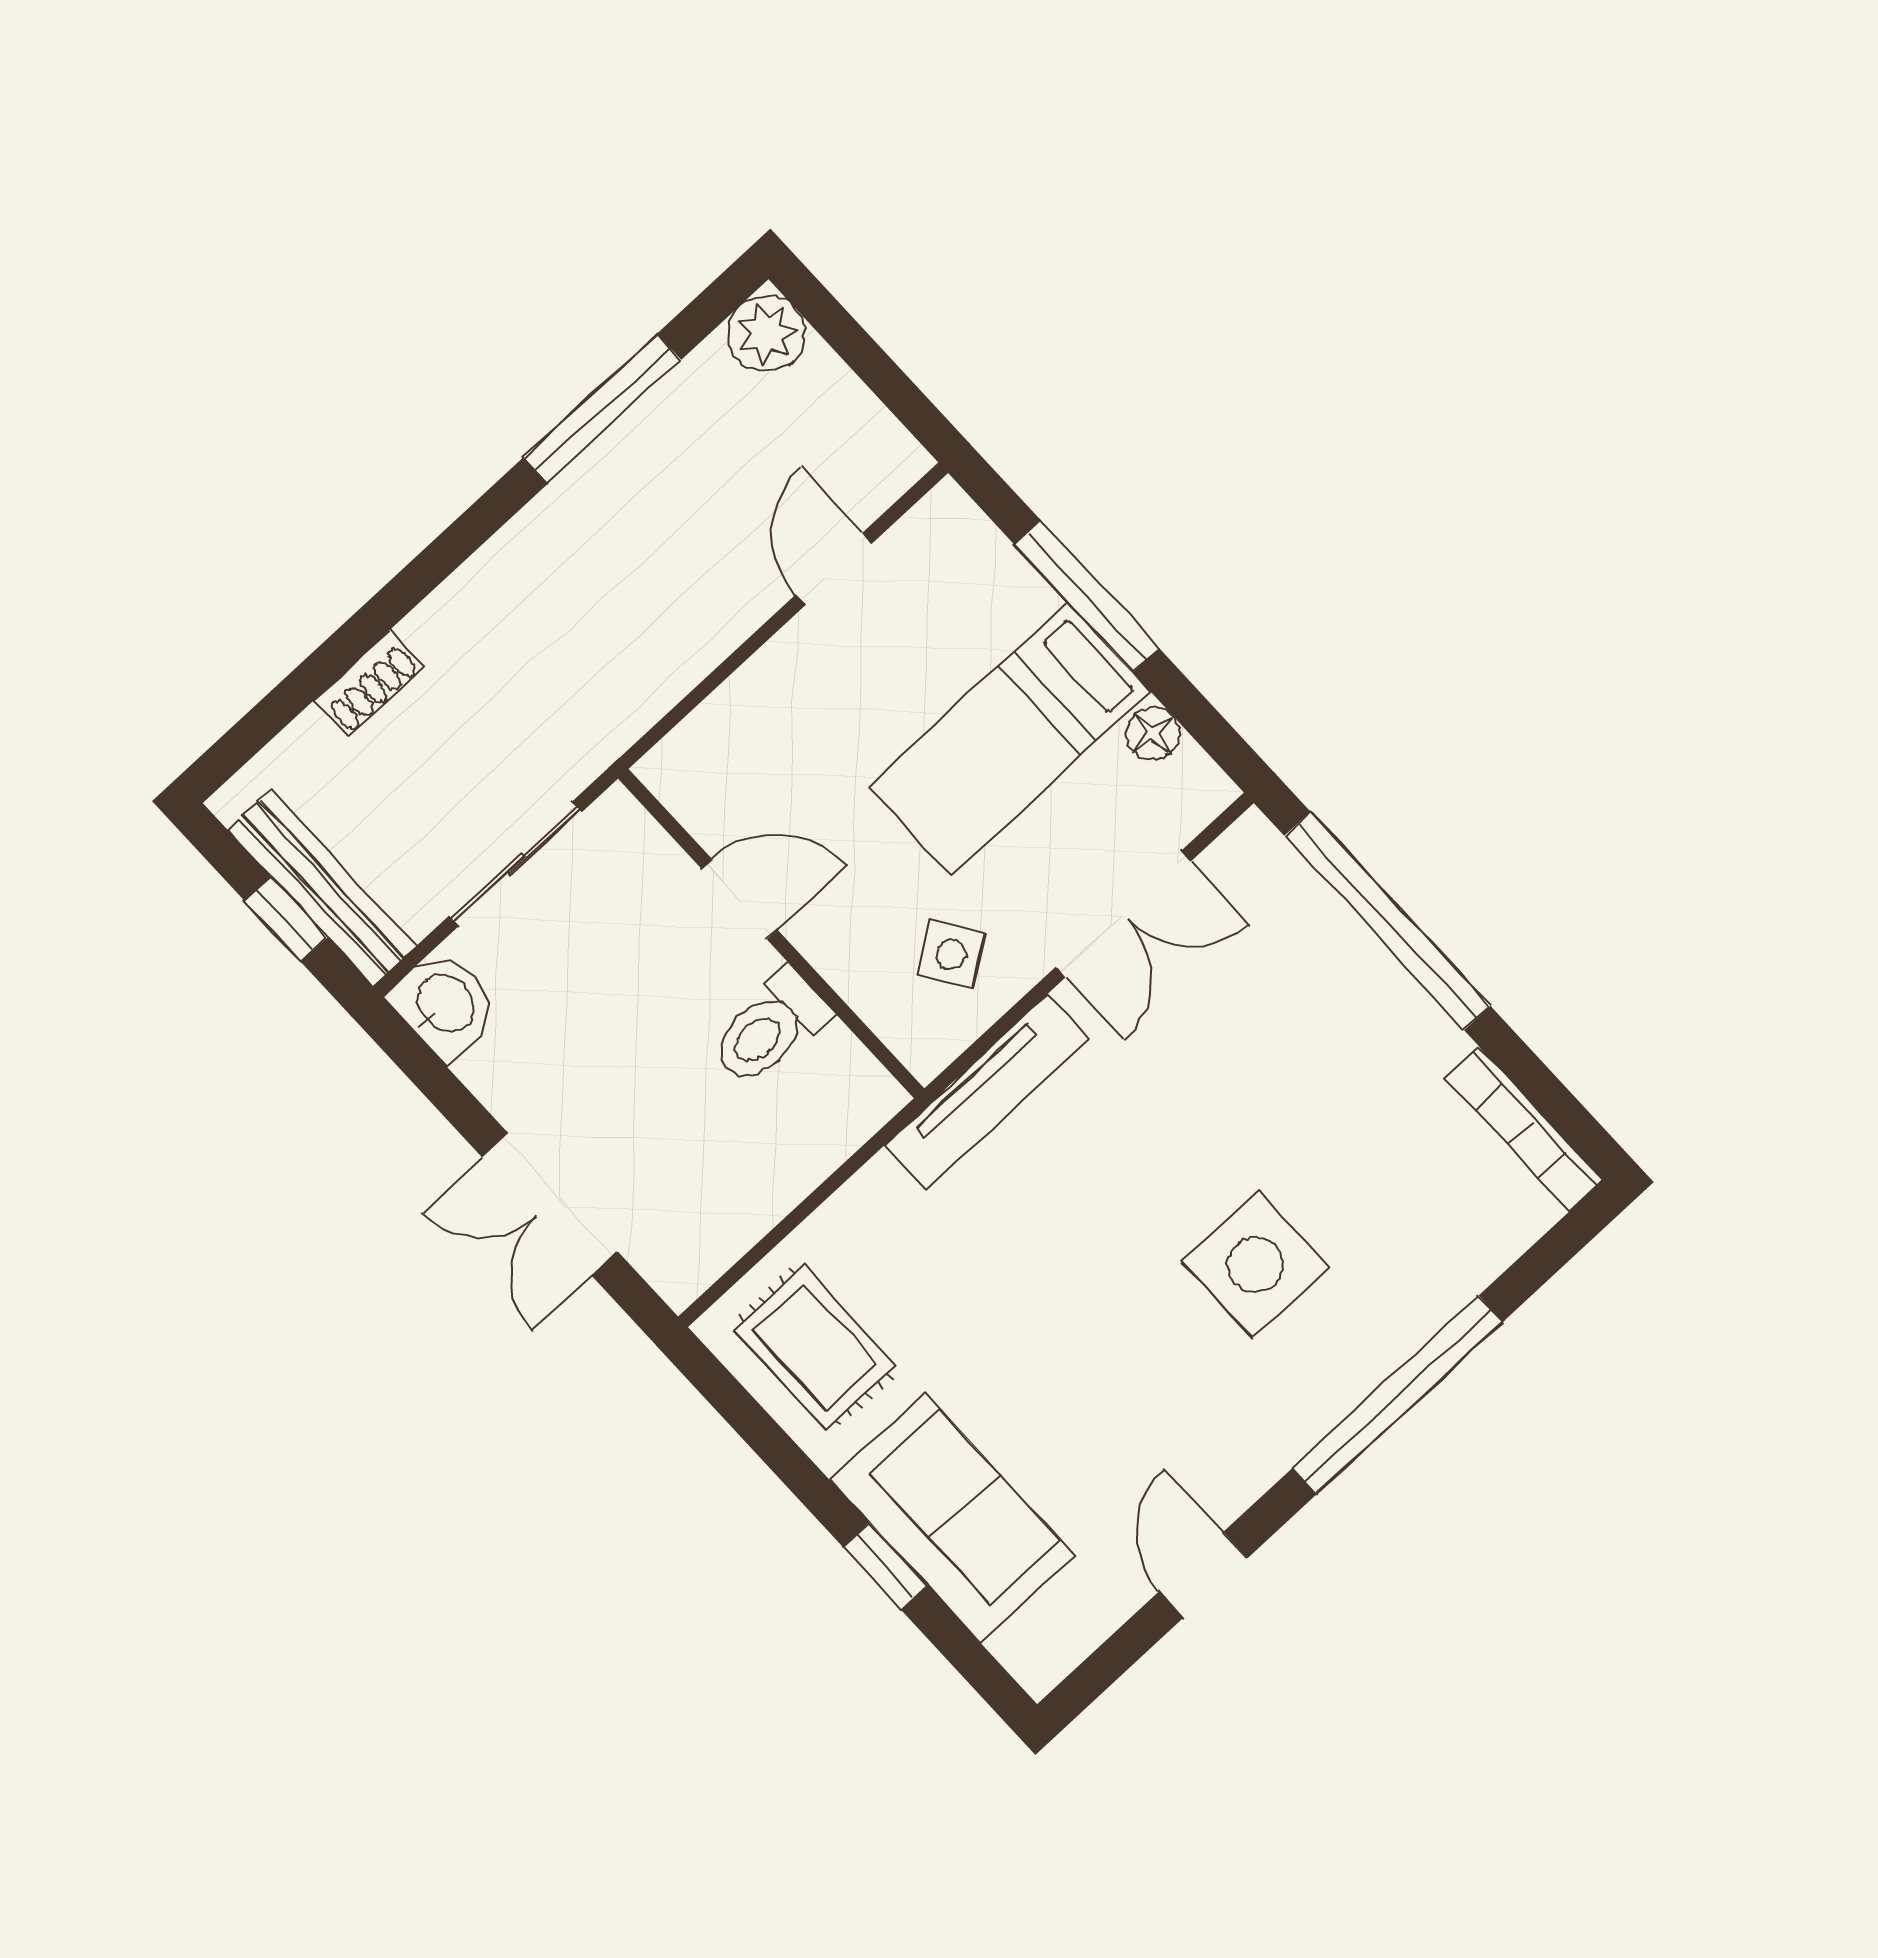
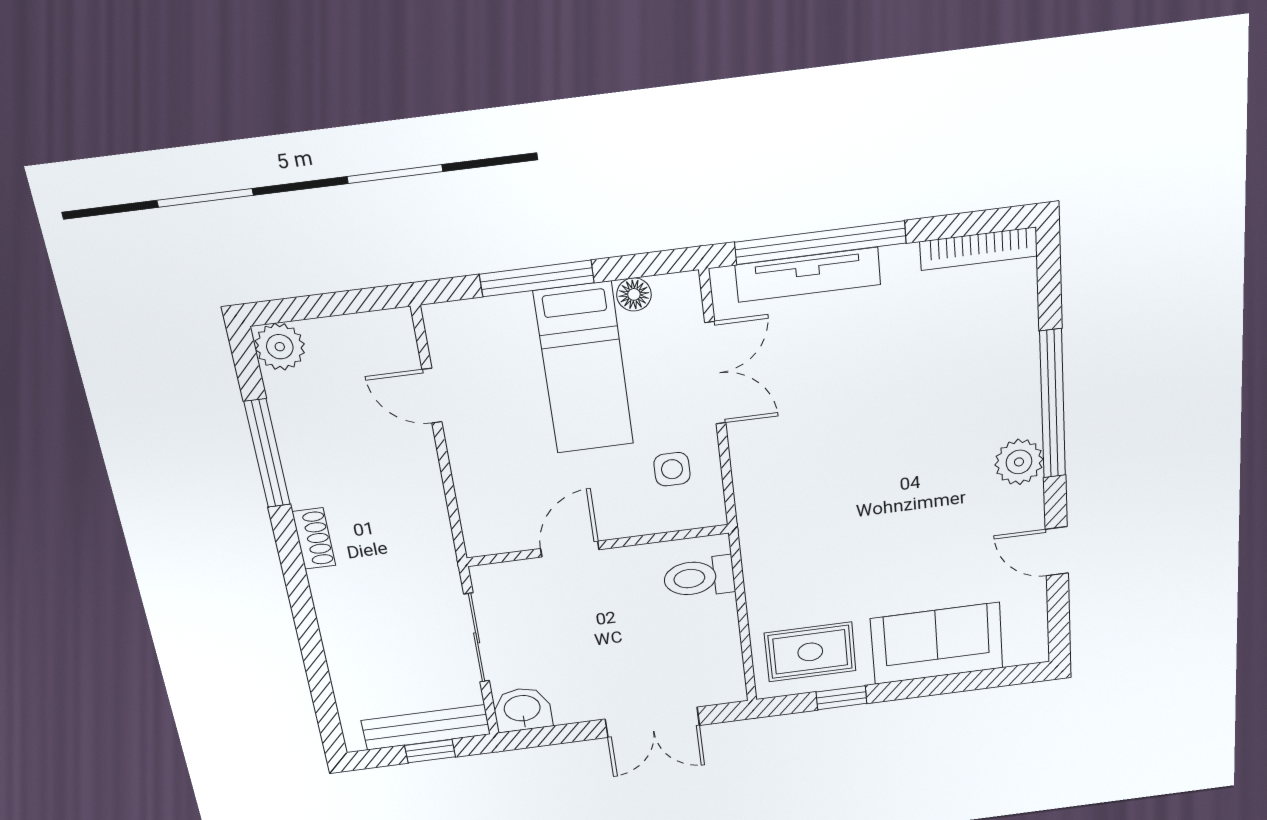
shoe rack: (369, 684) -> (314, 539), moved
side table: (951, 954) -> (672, 469), turned 34
toilet: (770, 1028) -> (699, 577), moved, turned 90
tv unit: (986, 1092) -> (808, 275), moved, turned 90
side table: (1255, 1264) -> (936, 428), removed
plant: (1289, 1416) -> (1019, 462), added
window: (885, 1566) -> (841, 698), moved

